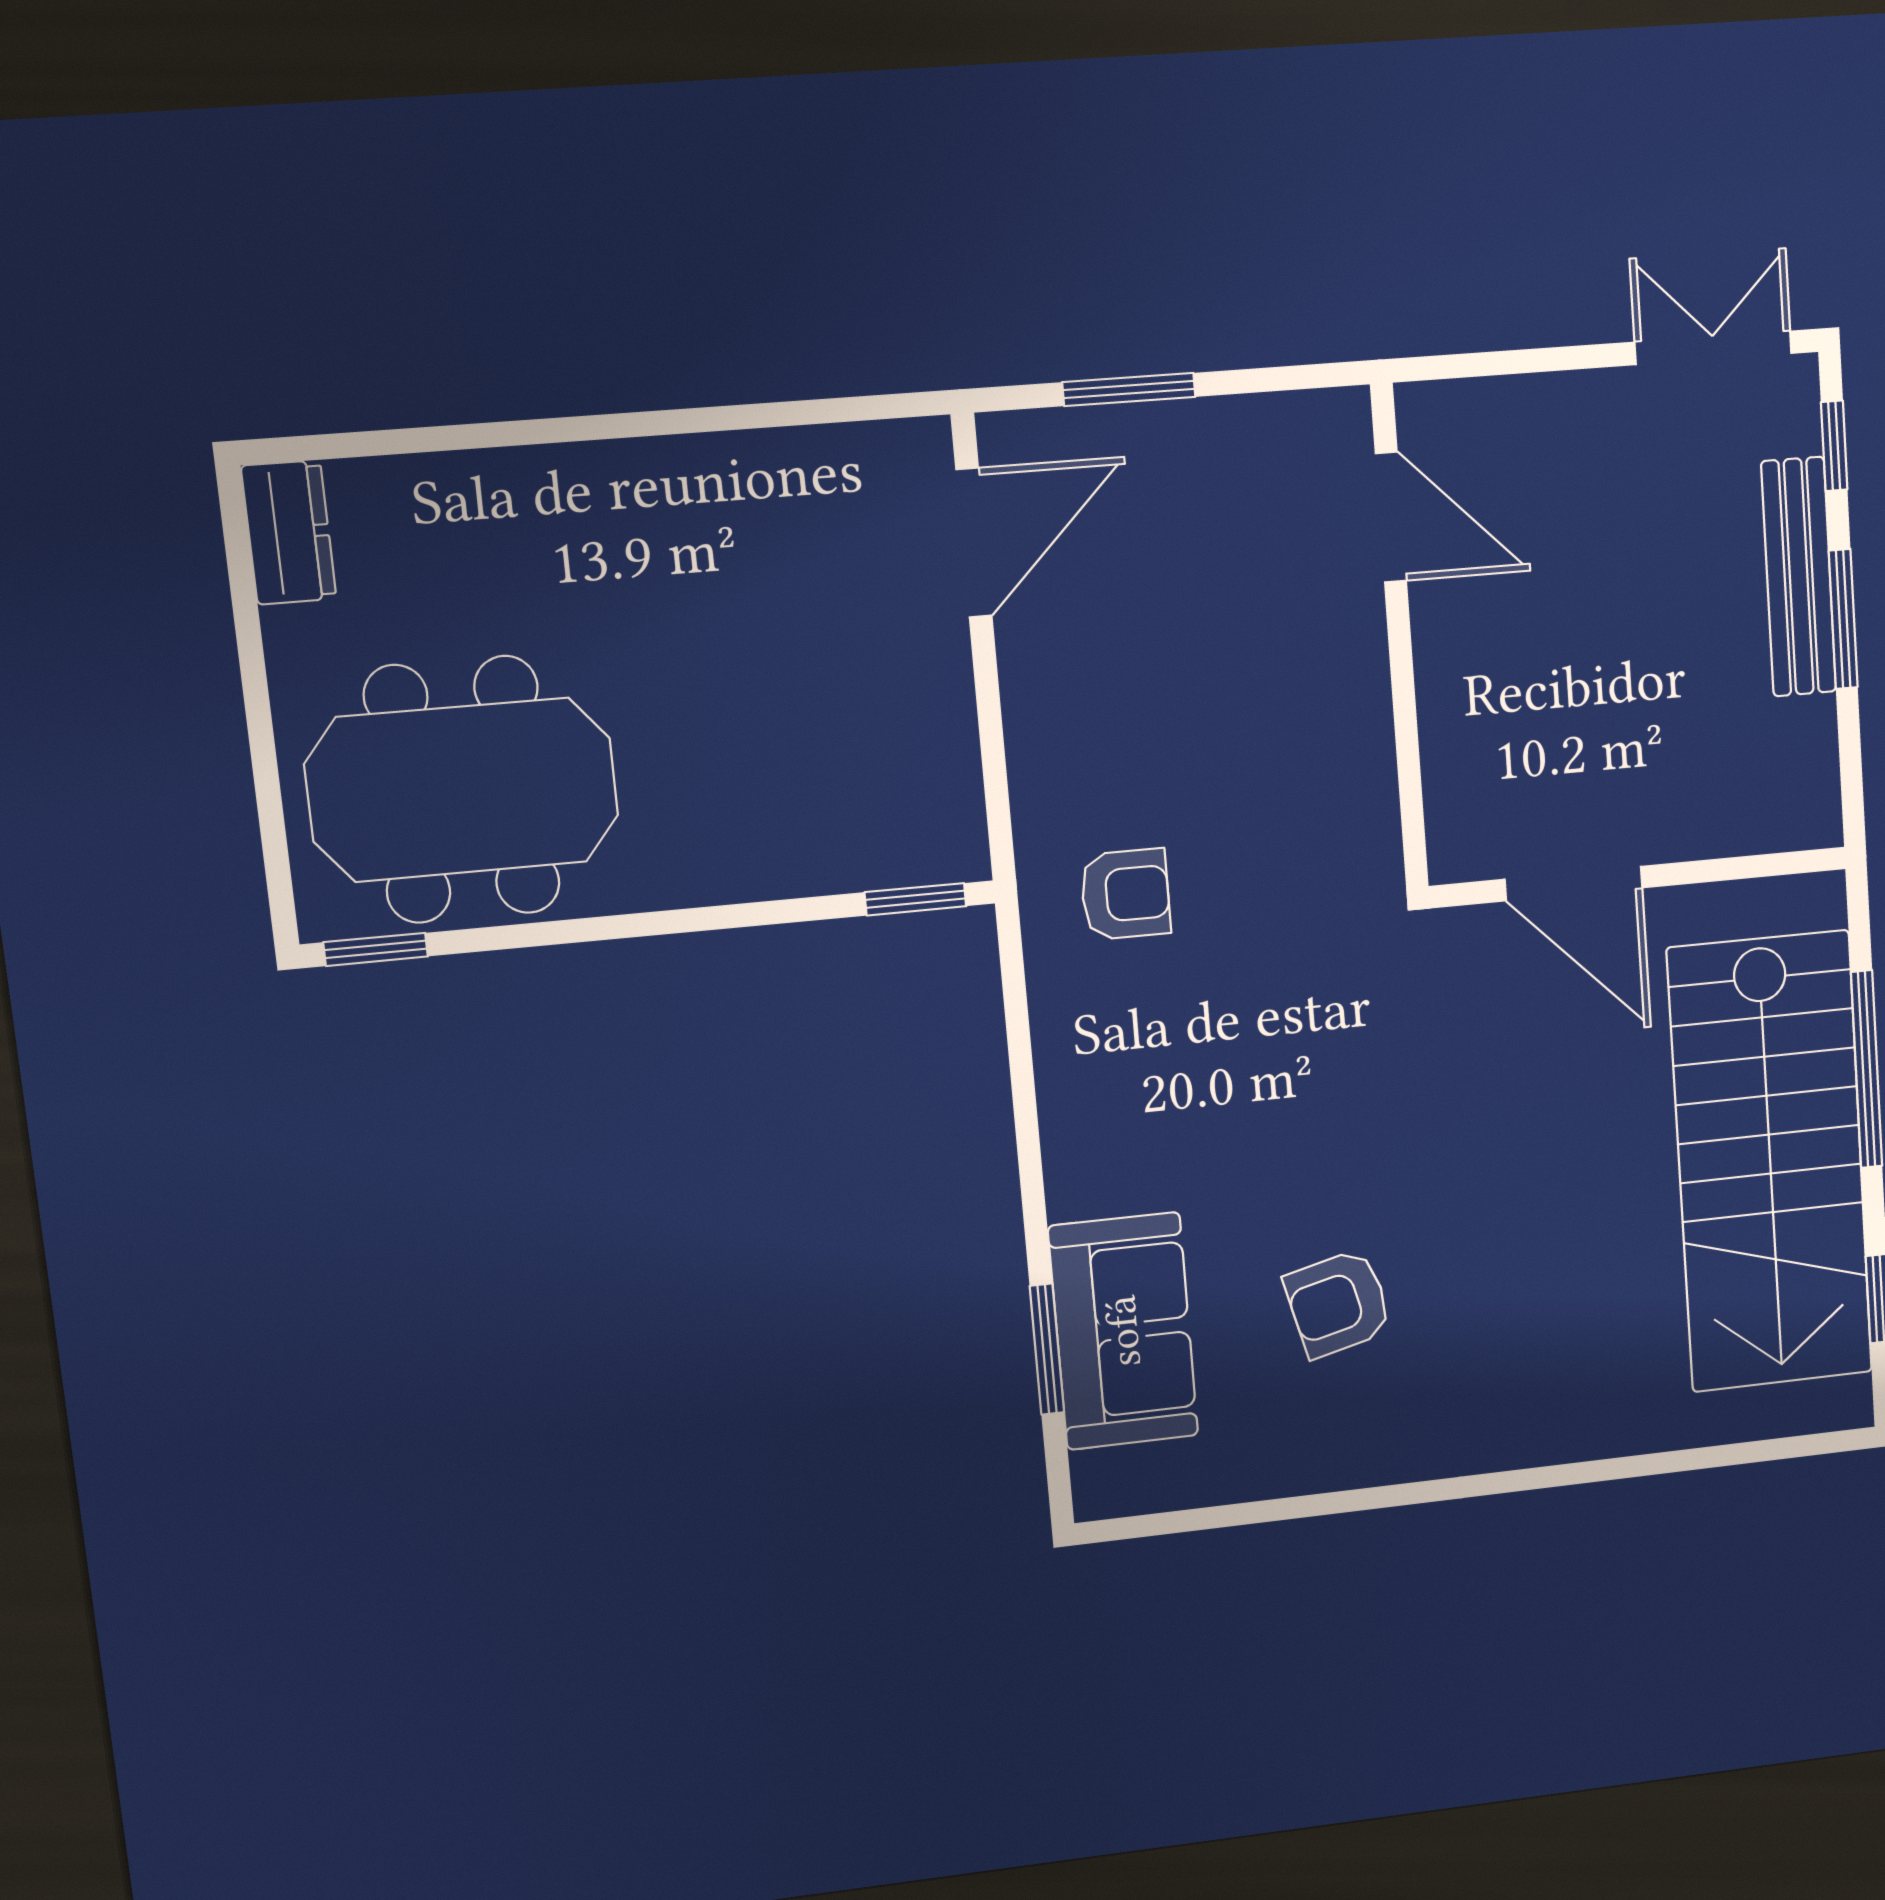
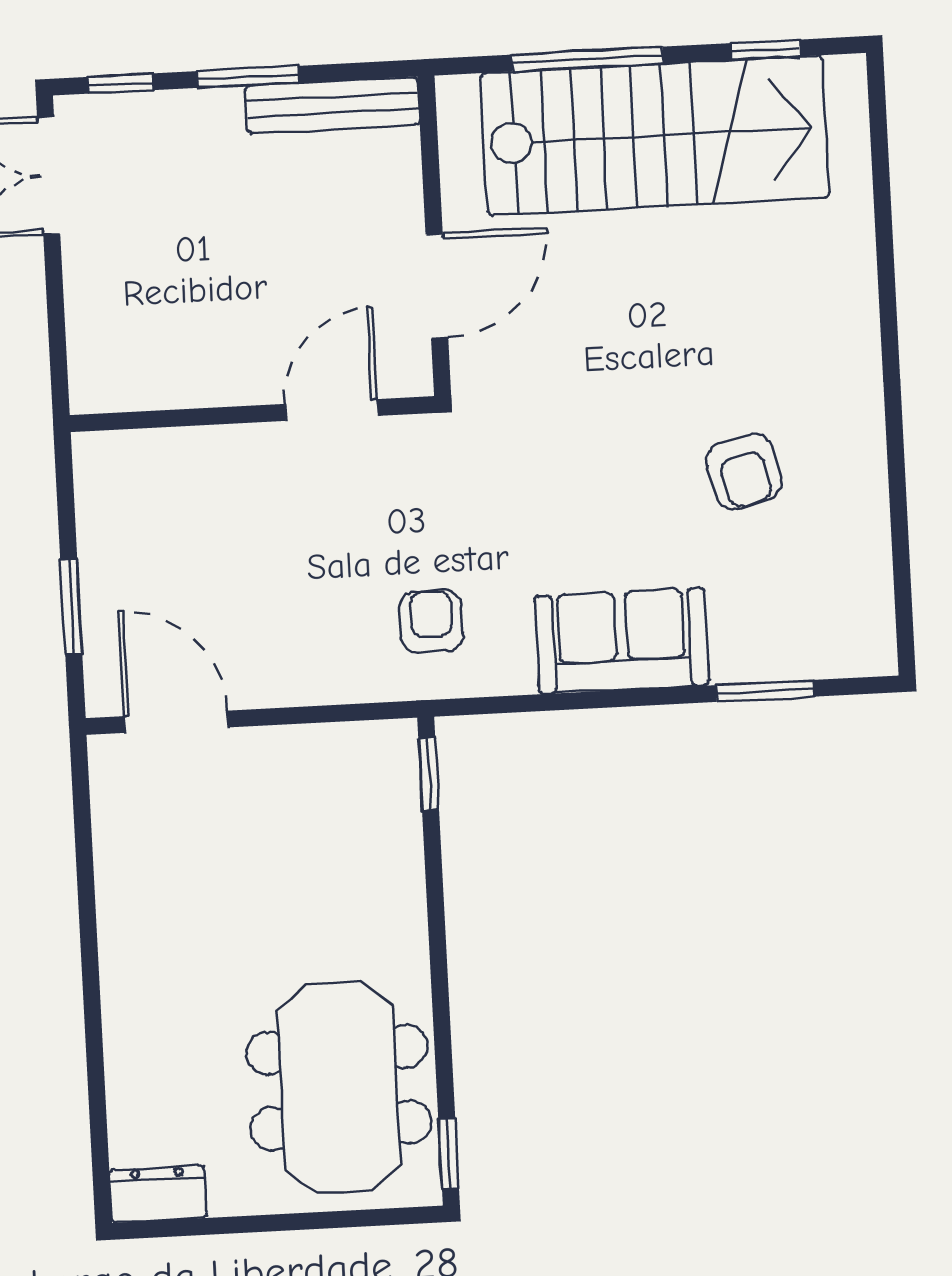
door: (1391, 517) -> (331, 410), moved
bench: (1799, 577) -> (332, 105), moved
sofa: (1123, 1331) -> (622, 641), moved

